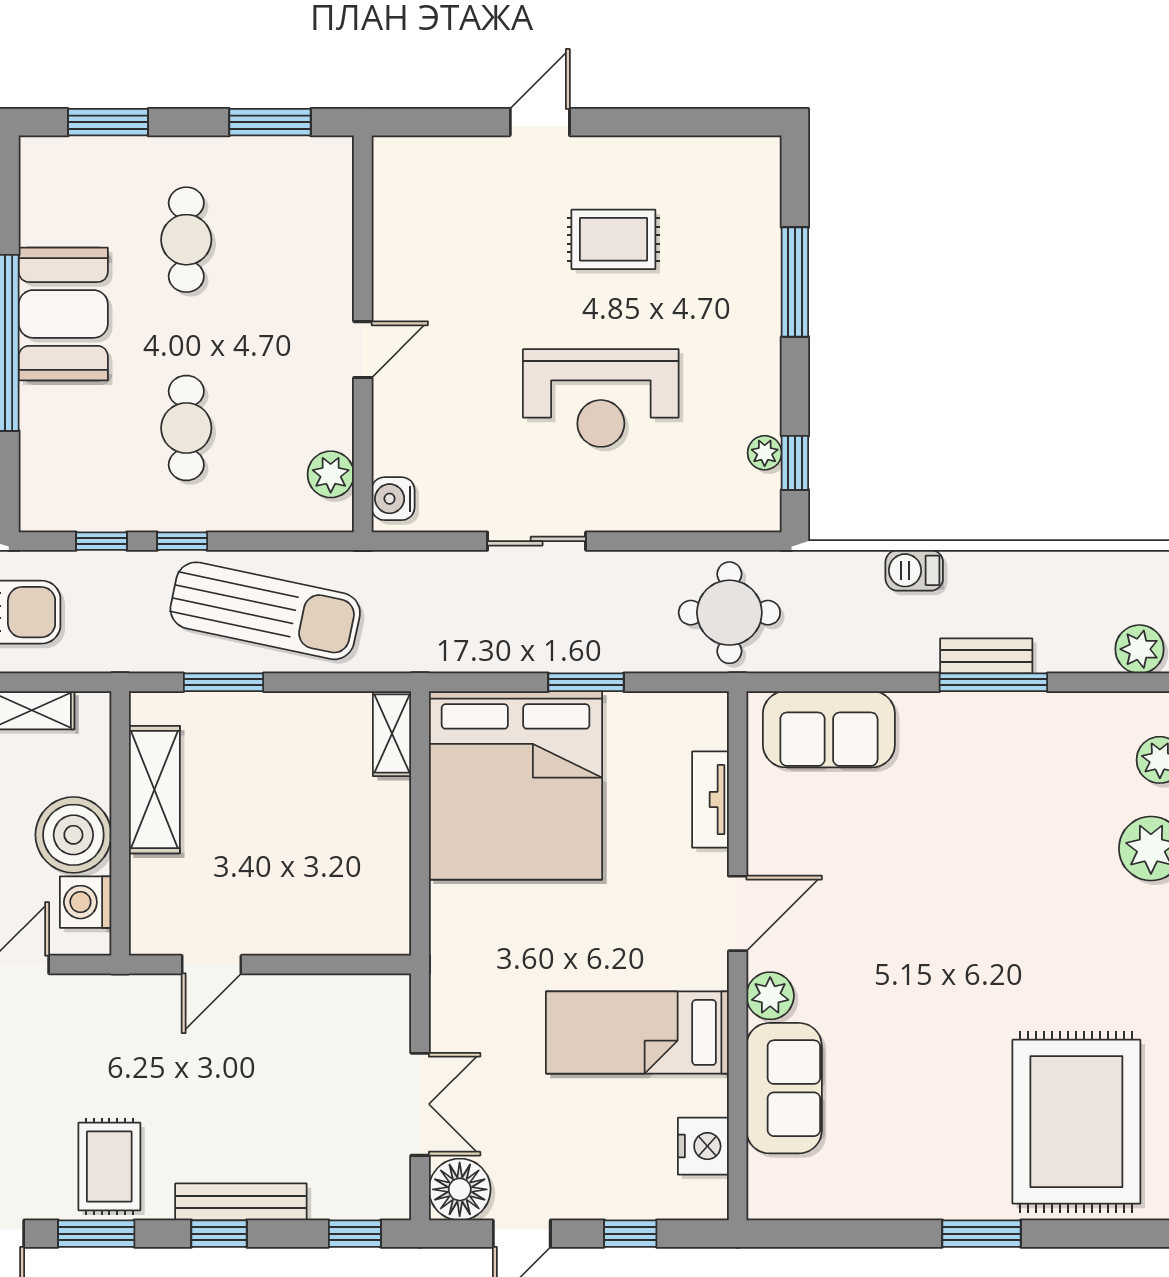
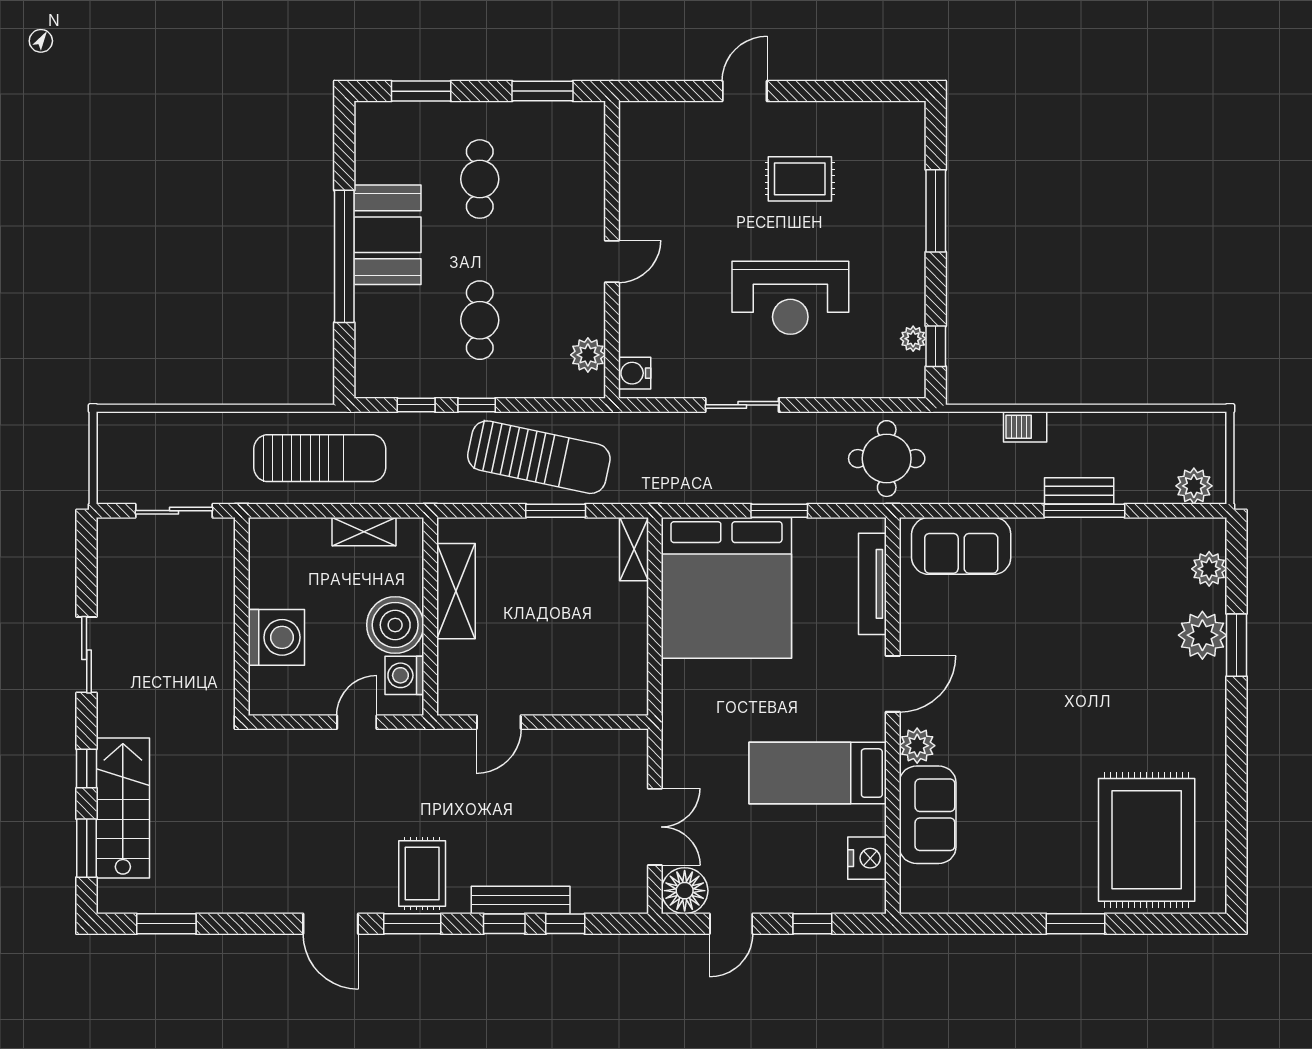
window: (223, 682) -> (556, 511), moved
tv unit: (710, 800) -> (872, 584), width x1.41
window: (355, 1234) -> (565, 924), moved

